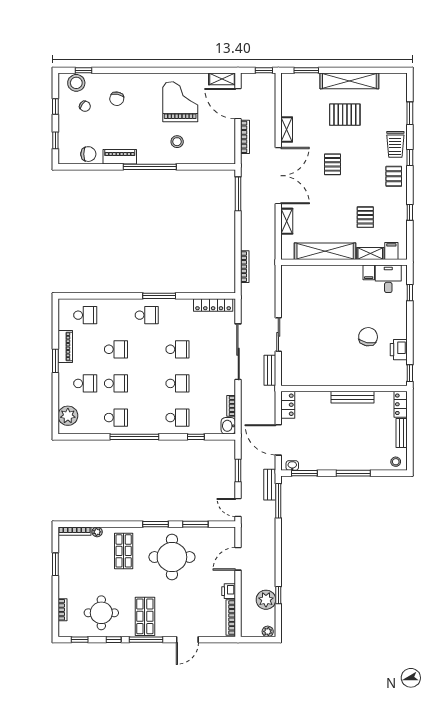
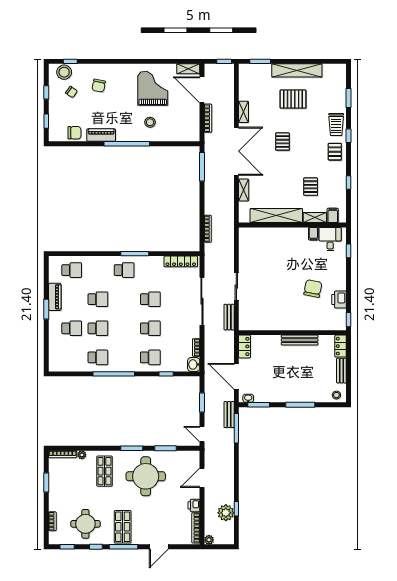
plant: (68, 416) -> (57, 356), removed
plant: (268, 631) -> (209, 540), moved

